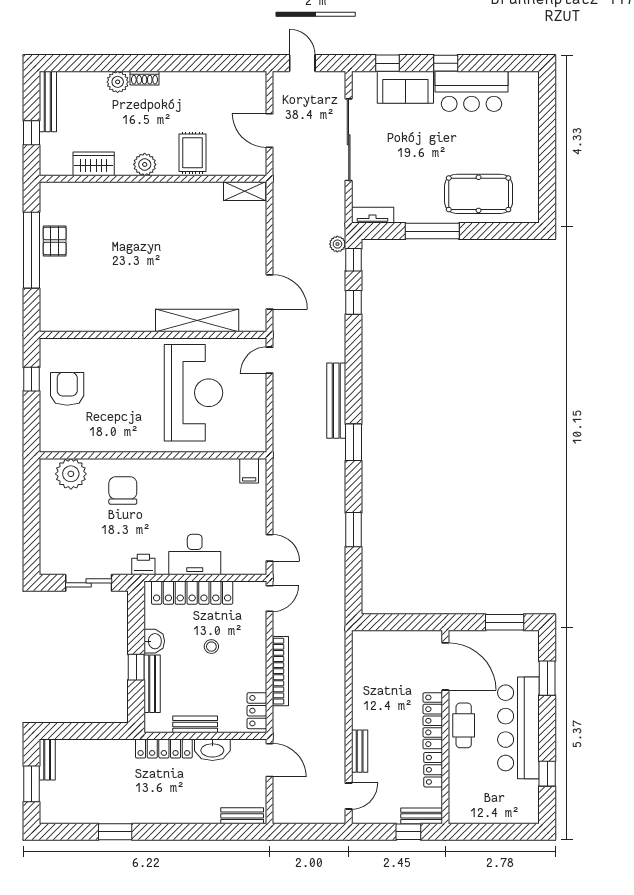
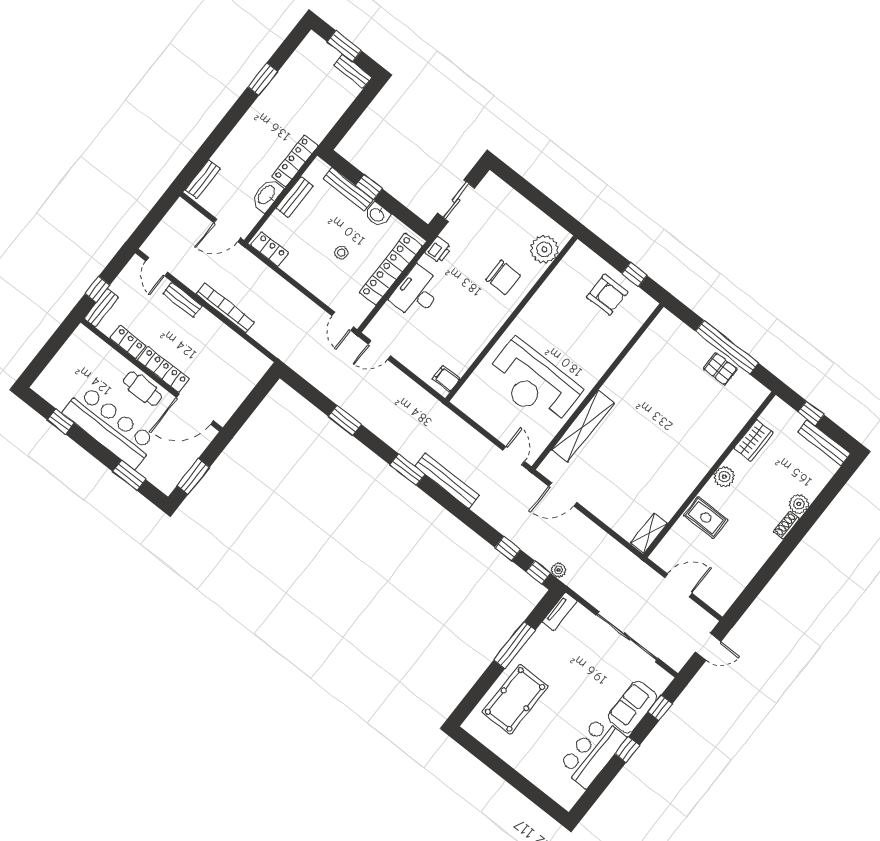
bookcase: (280, 671) -> (225, 308), moved, turned 180

